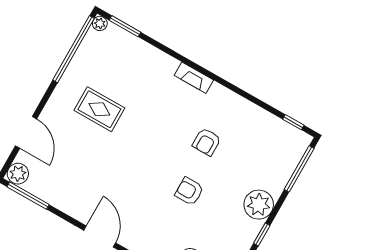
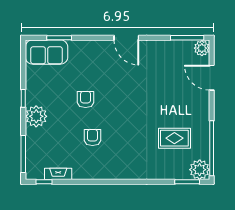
plant: (100, 23) -> (200, 170), width x1.88, depth x1.88
fireplace: (194, 78) -> (58, 174), moved
rug: (99, 109) -> (174, 138), moved
armchair: (189, 191) -> (86, 99), turned -90

